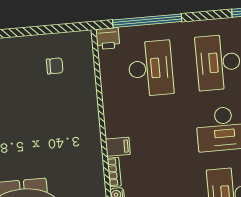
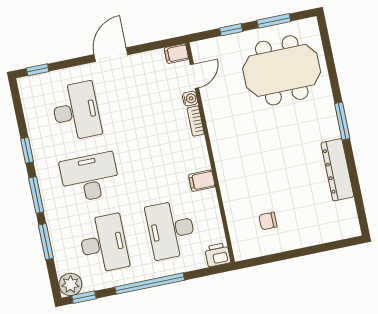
window: (147, 21) -> (150, 284), moved
filing cabinet: (118, 147) -> (202, 181), moved

